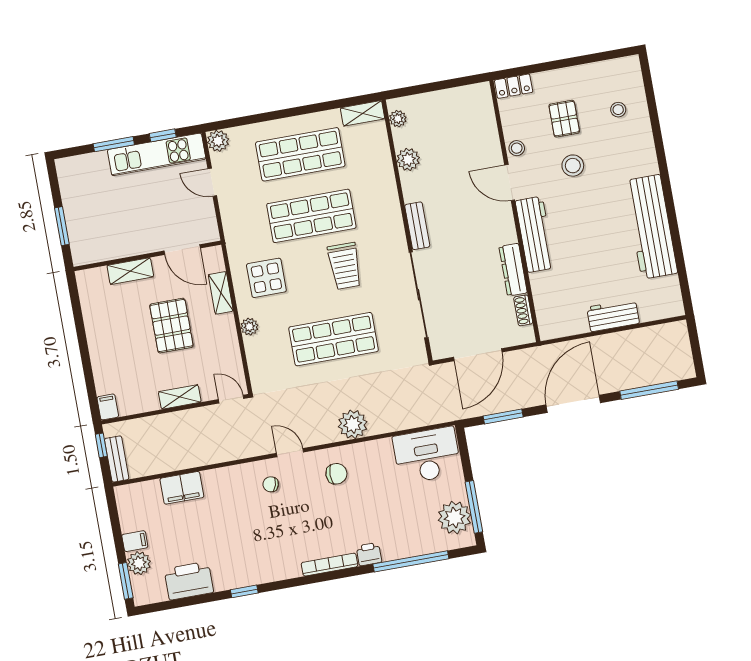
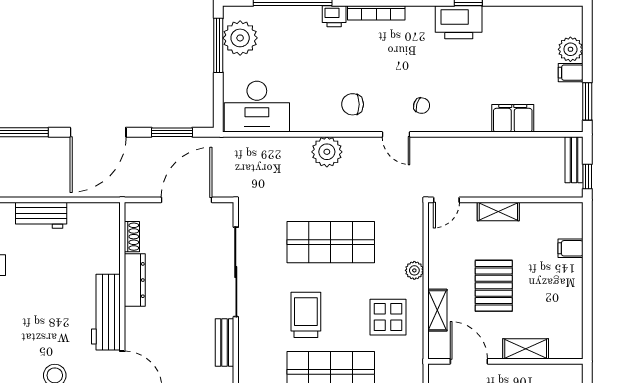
door: (231, 399) -> (446, 200), hinge flipped
filing cabinet: (108, 407) -> (570, 248), moved, turned 90
window: (126, 581) -> (587, 101), moved
printer: (189, 581) -> (459, 22), moved

